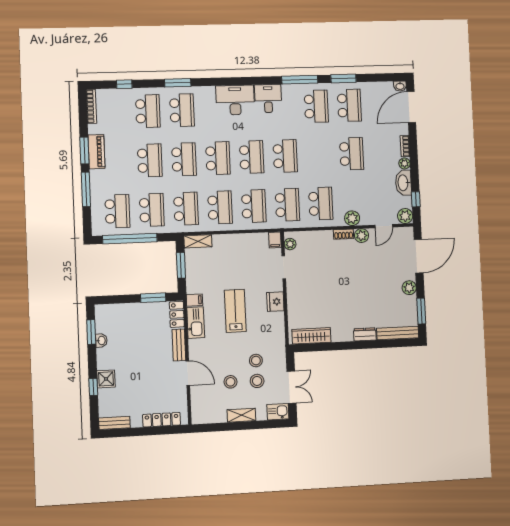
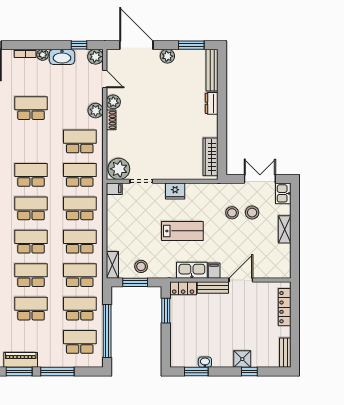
plant: (290, 244) -> (119, 169), width x1.88, depth x1.88
filing cabinet: (194, 300) -> (214, 271), moved
lab bench: (235, 311) -> (182, 231), turned 180
stool: (231, 382) -> (141, 266), moved

